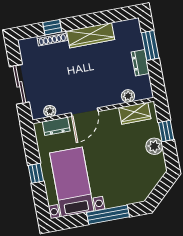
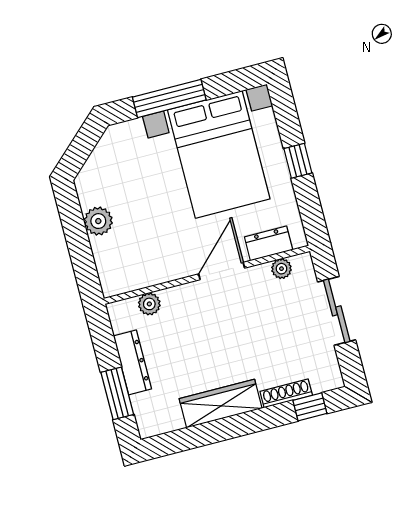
window: (52, 27) -> (310, 407), moved
dresser: (140, 63) -> (132, 362), width x1.44
wardrobe: (135, 113) -> (136, 275), removed
window: (166, 131) -> (80, 249), removed
bed with nightstands: (72, 182) -> (219, 154), width x1.36

